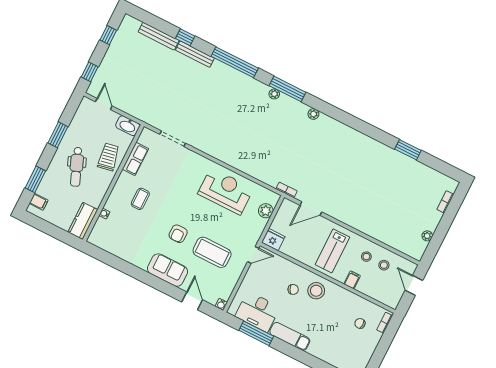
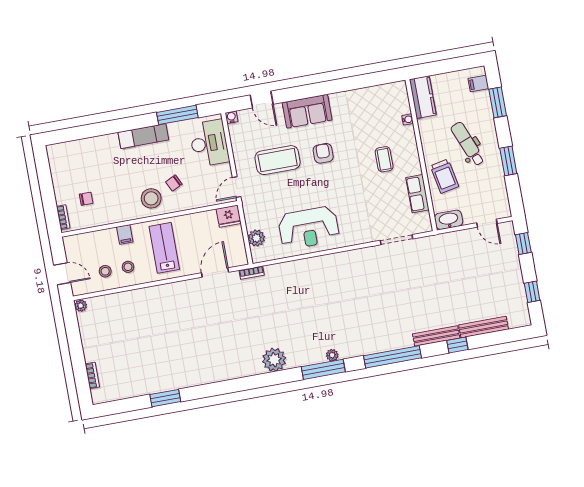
plant: (313, 114) -> (274, 360), width x1.88, depth x1.88
plant: (427, 236) -> (81, 306), moved
desk: (258, 312) -> (209, 143), moved, turned 90

